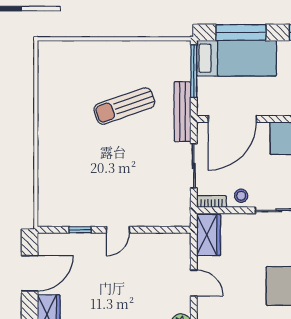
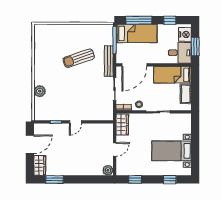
plant: (49, 170) -> (40, 91), added
door: (194, 283) -> (115, 149), hinge flipped

